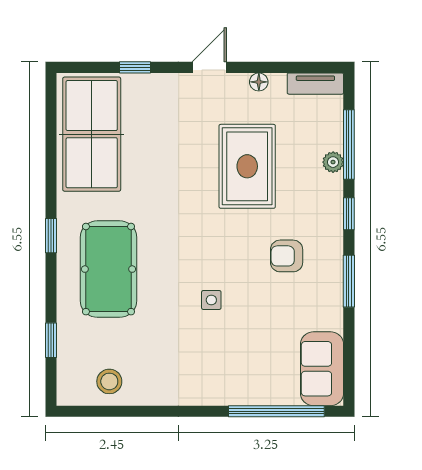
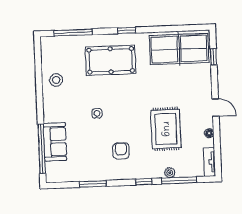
window: (135, 67) -> (213, 57), moved
rug: (247, 166) -> (166, 129), turned 90
window: (349, 281) -> (93, 184), moved
window: (51, 340) -> (73, 33), width x2.17
sofa: (322, 369) -> (55, 142), moved, turned 90
stool: (109, 381) -> (56, 80), moved

